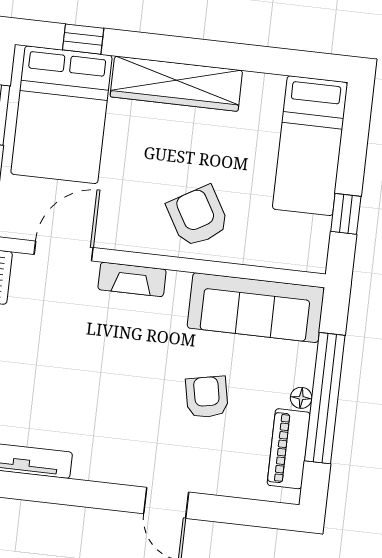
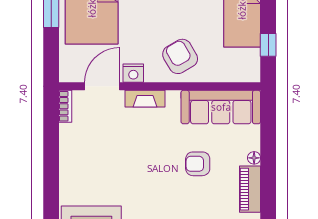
nightstand: (118, 235) -> (133, 73), added
armchair: (207, 397) -> (198, 164), turned -79
window: (325, 398) -> (268, 156), removed

